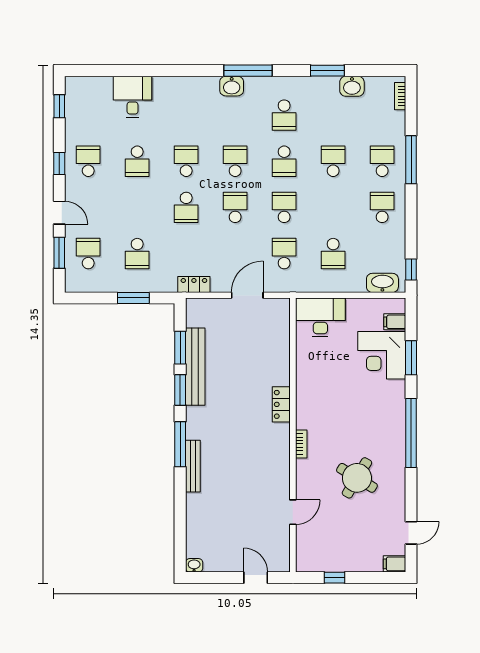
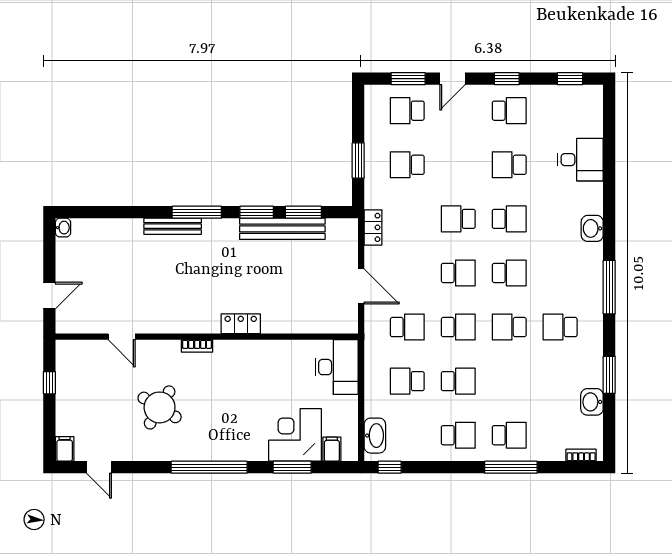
washbasin: (232, 86) -> (592, 228), moved
school desk: (333, 161) -> (458, 381), moved
school desk: (88, 254) -> (407, 111), turned 180

